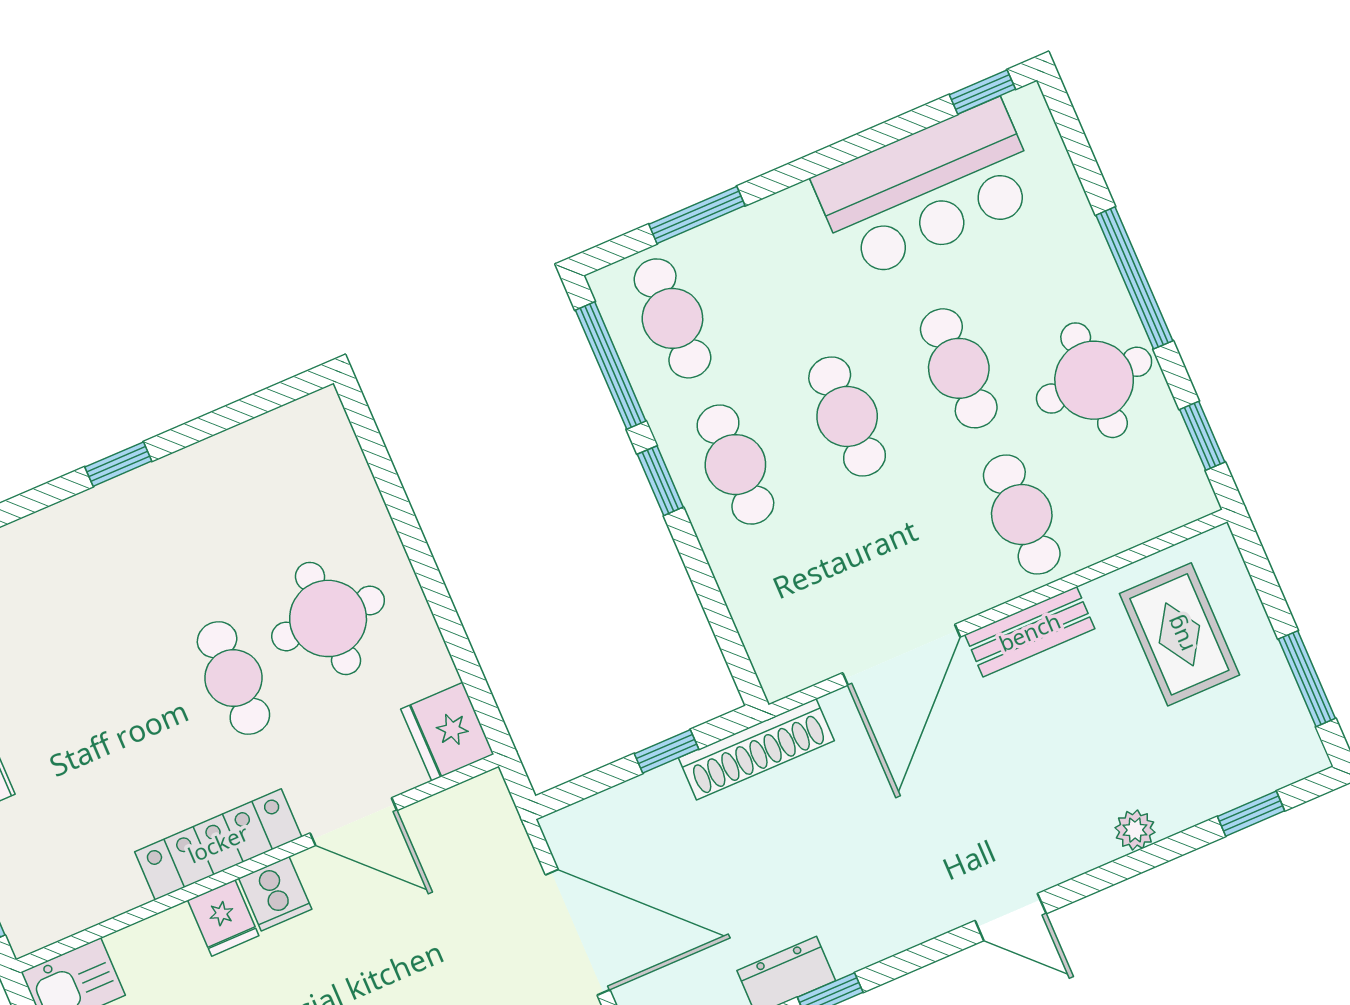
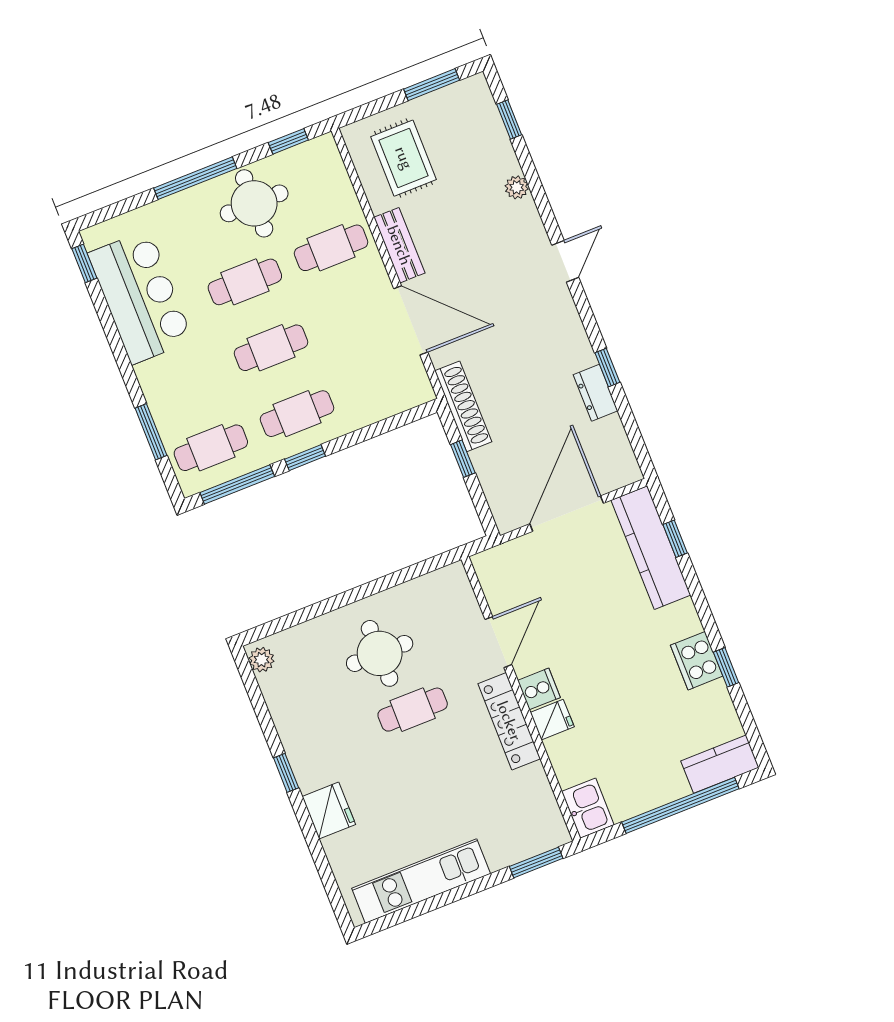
plant: (311, 416) -> (262, 660), added
rug: (1179, 634) -> (404, 158), turned 90
fridge: (447, 732) -> (329, 811), moved, turned -90

